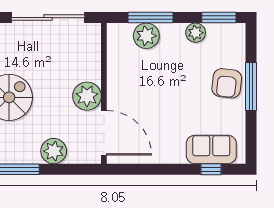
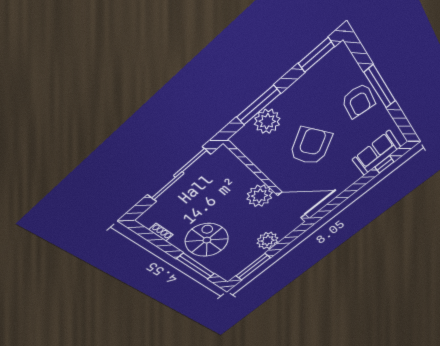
plant: (196, 33) -> (306, 85), removed
armchair: (162, 89) -> (311, 146), added

